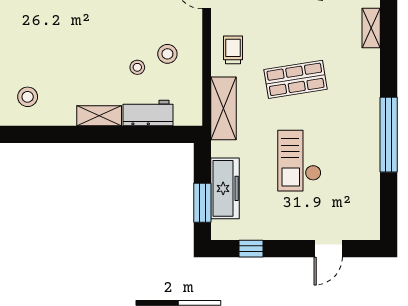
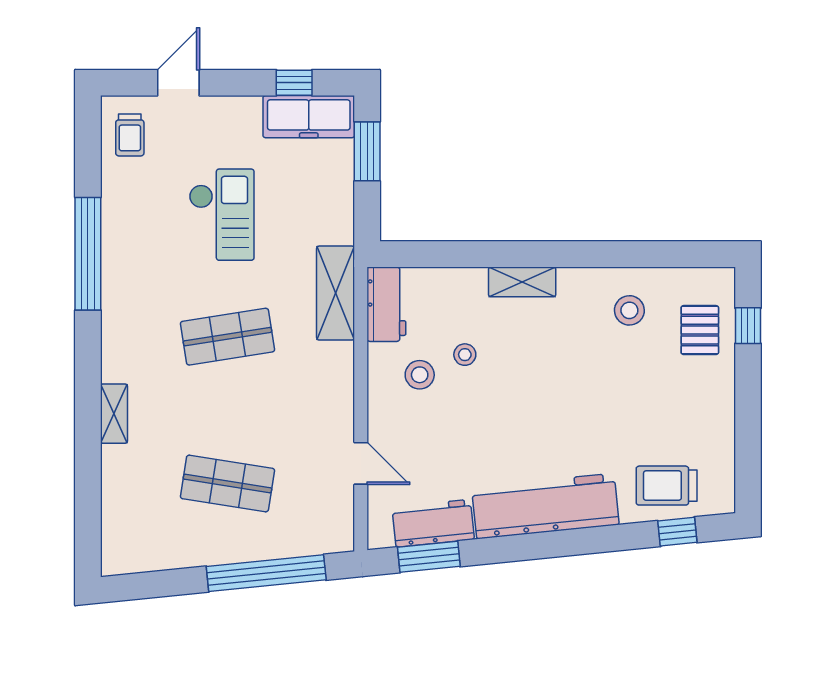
trolley: (233, 50) -> (130, 135), moved
workbench: (148, 113) -> (386, 304), moved, turned -90
freezer: (225, 188) -> (309, 117), moved, turned -90

